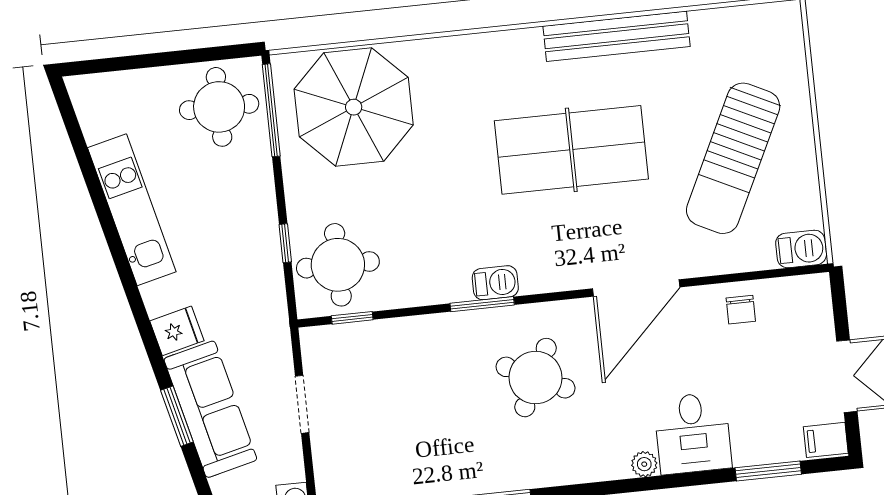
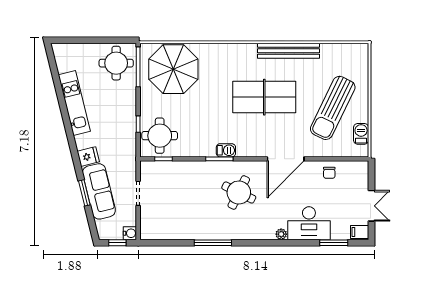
barbecue: (801, 249) -> (361, 134), moved, turned -90
desk: (693, 433) -> (309, 223), width x1.37

